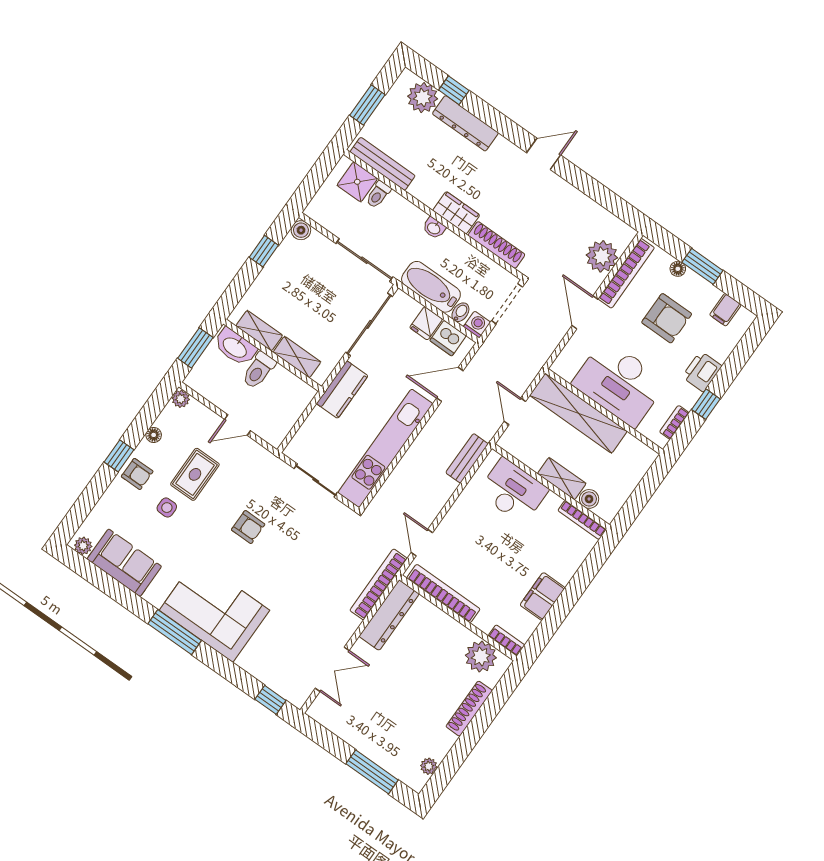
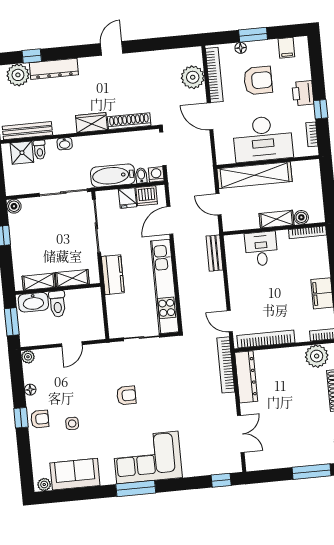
washbasin: (434, 228) -> (65, 144), moved
rug: (195, 474) -> (72, 392), removed
desk: (513, 491) -> (261, 249), width x0.73

